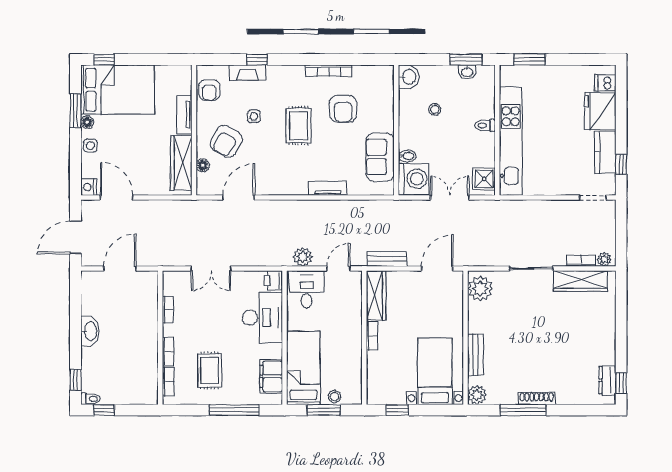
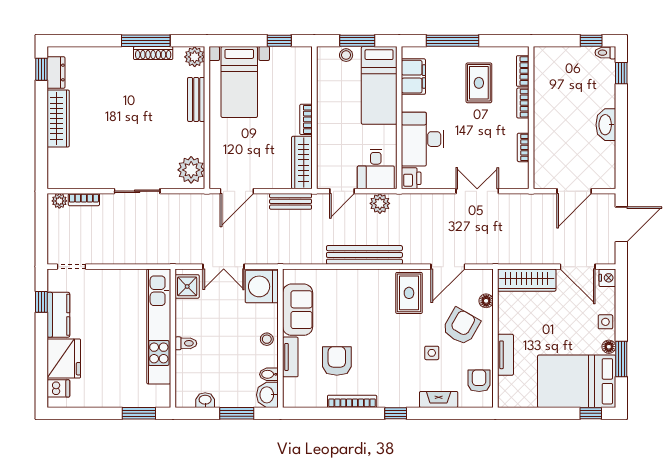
window: (257, 60) -> (396, 413), moved
window: (466, 60) -> (237, 413), moved
stool: (435, 110) -> (267, 339), moved
rug: (299, 126) -> (409, 293), moved
bidet: (407, 156) -> (269, 374), moved
wardrobe: (181, 163) -> (527, 280), moved, turned 90
tv unit: (327, 188) -> (290, 357), moved, turned -90
bench: (317, 209) -> (364, 255), added
wardrobe: (580, 281) -> (58, 118), moved, turned 90
shoe rack: (537, 398) -> (153, 53), moved

